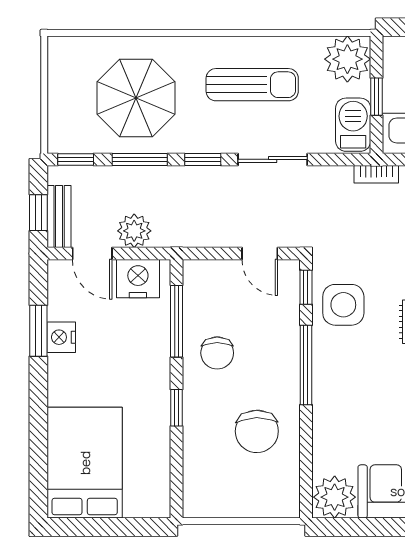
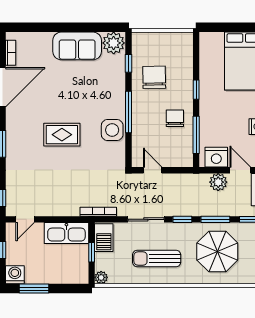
plant: (347, 59) -> (101, 277), width x0.53, depth x0.53
bookcase: (376, 174) -> (98, 212), width x1.56
window: (306, 287) -> (129, 63), moved
side table: (343, 305) -> (112, 130), moved

